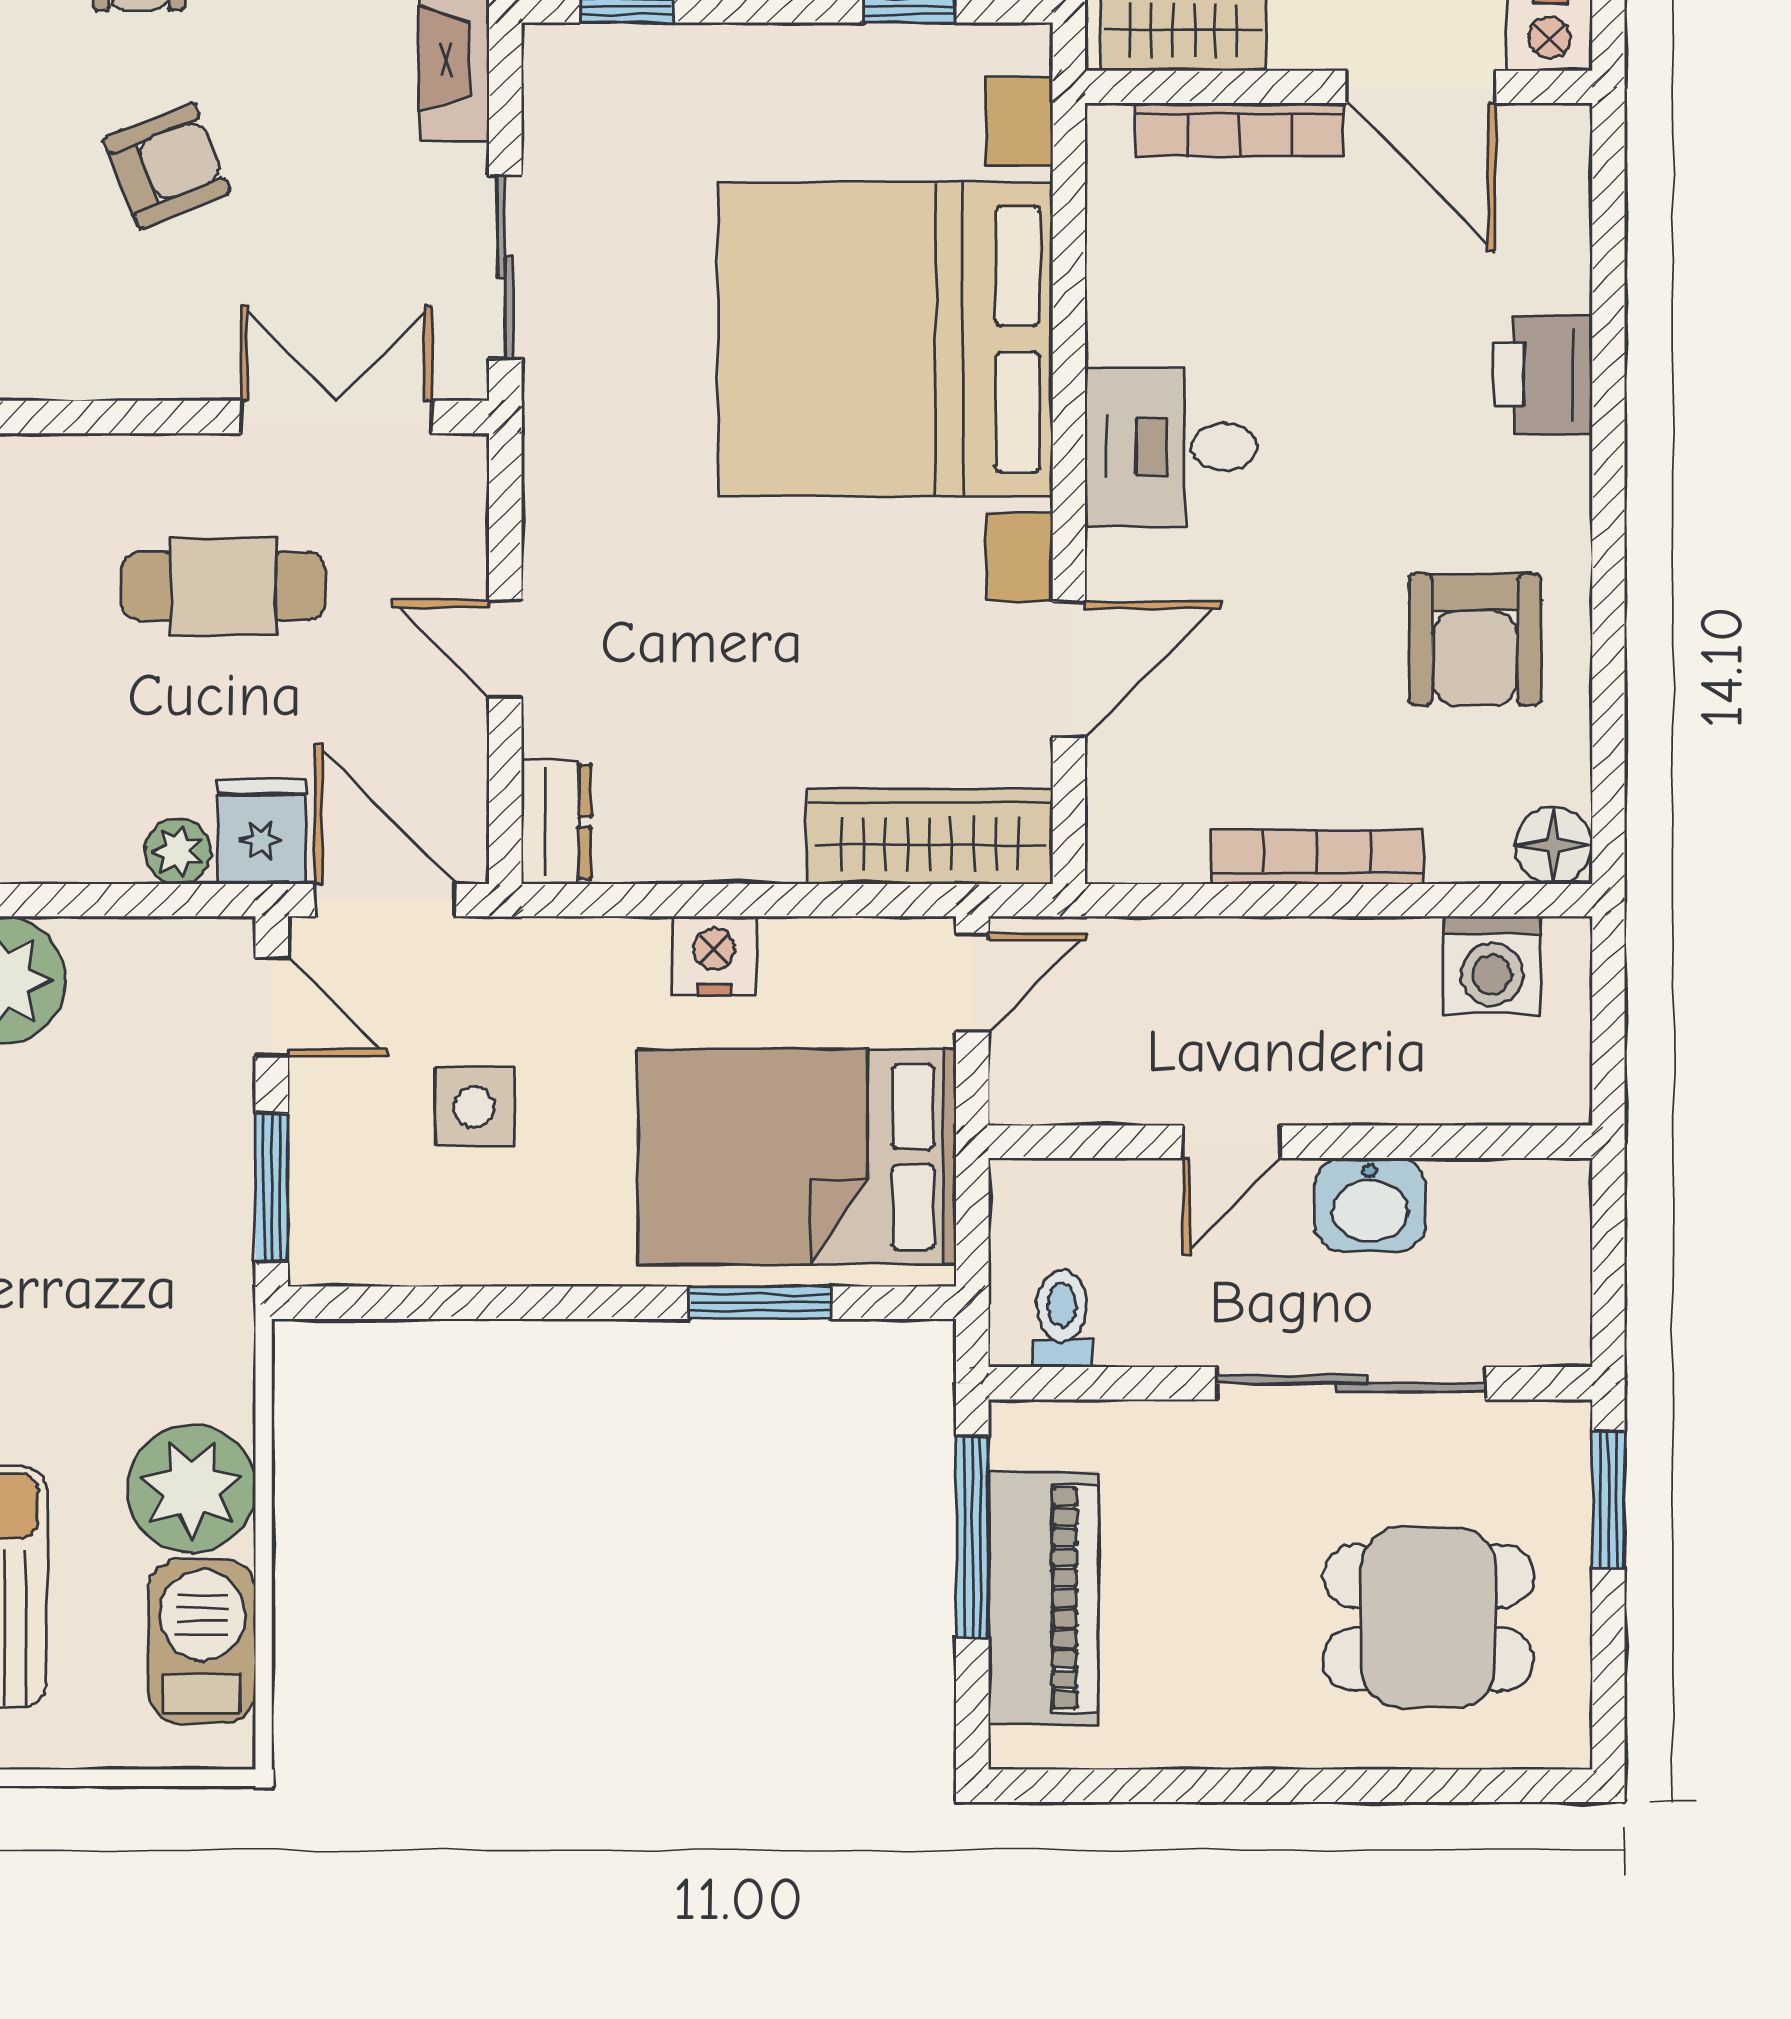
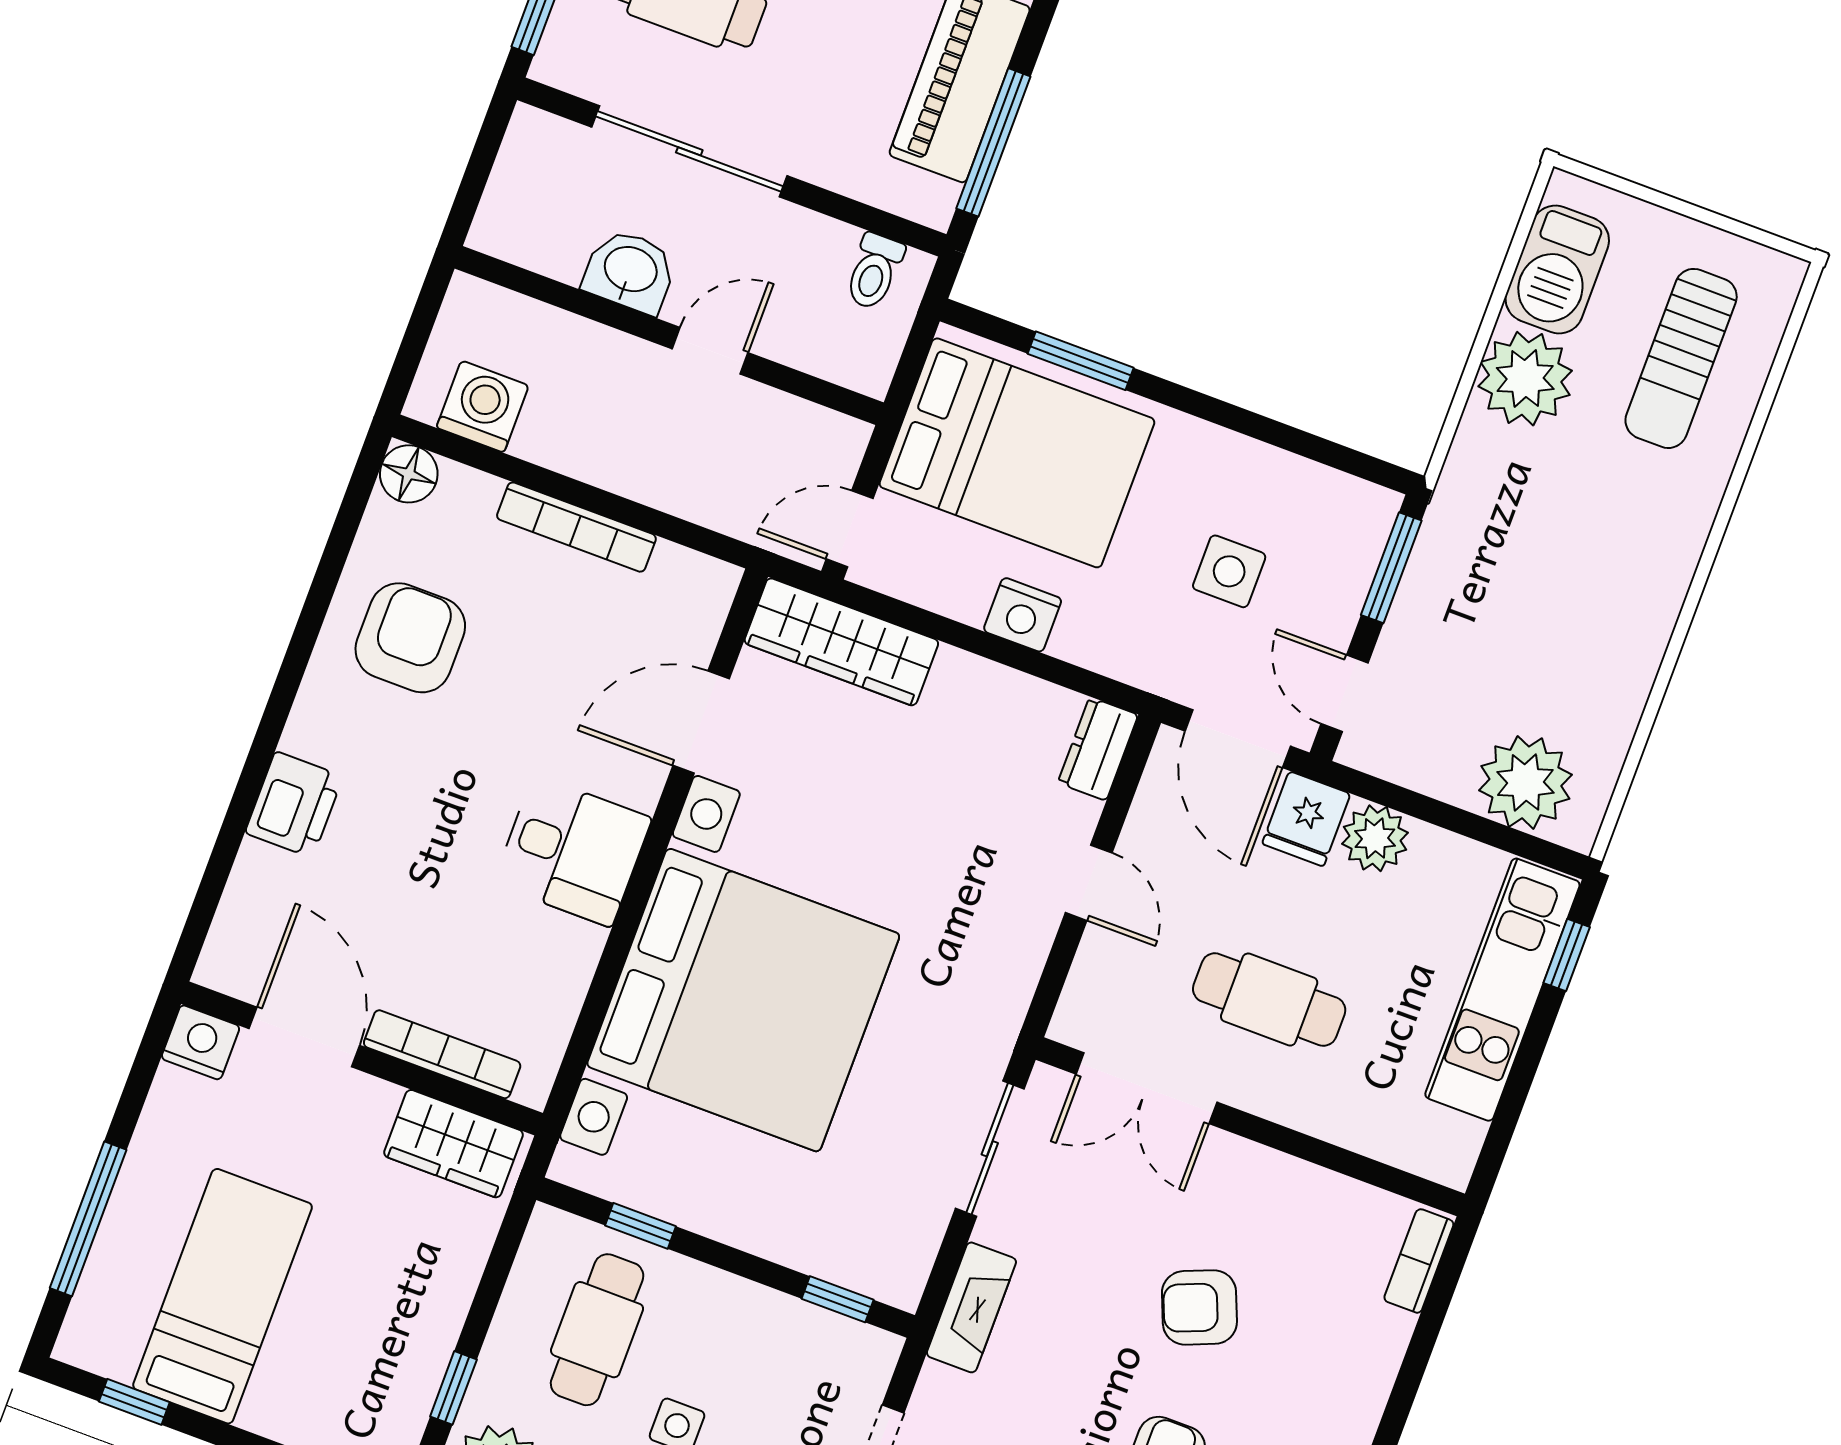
plant: (178, 851) -> (1375, 838), width x1.38, depth x1.38

